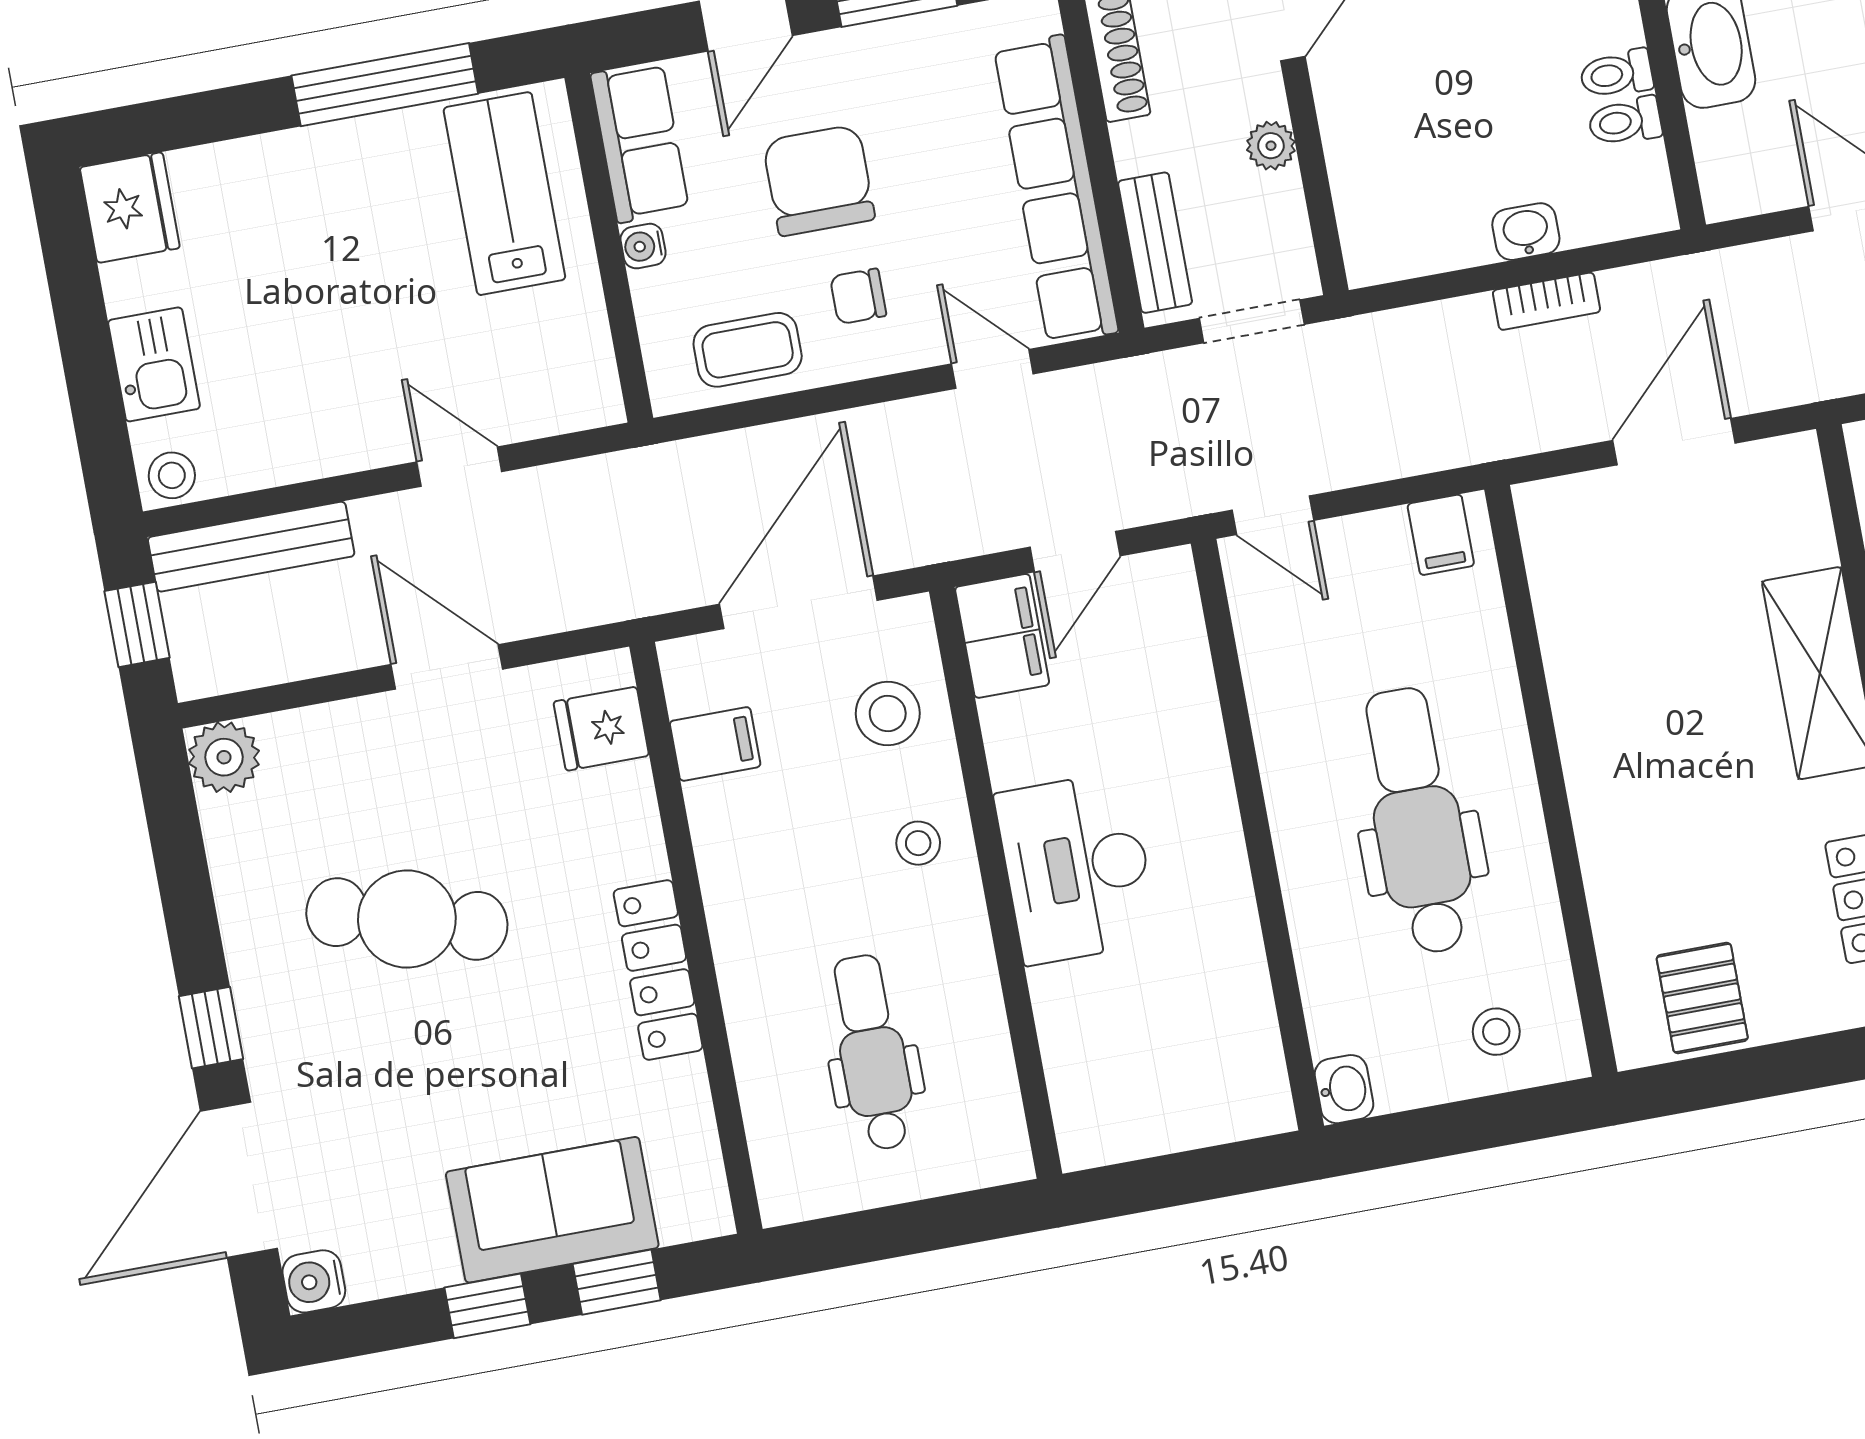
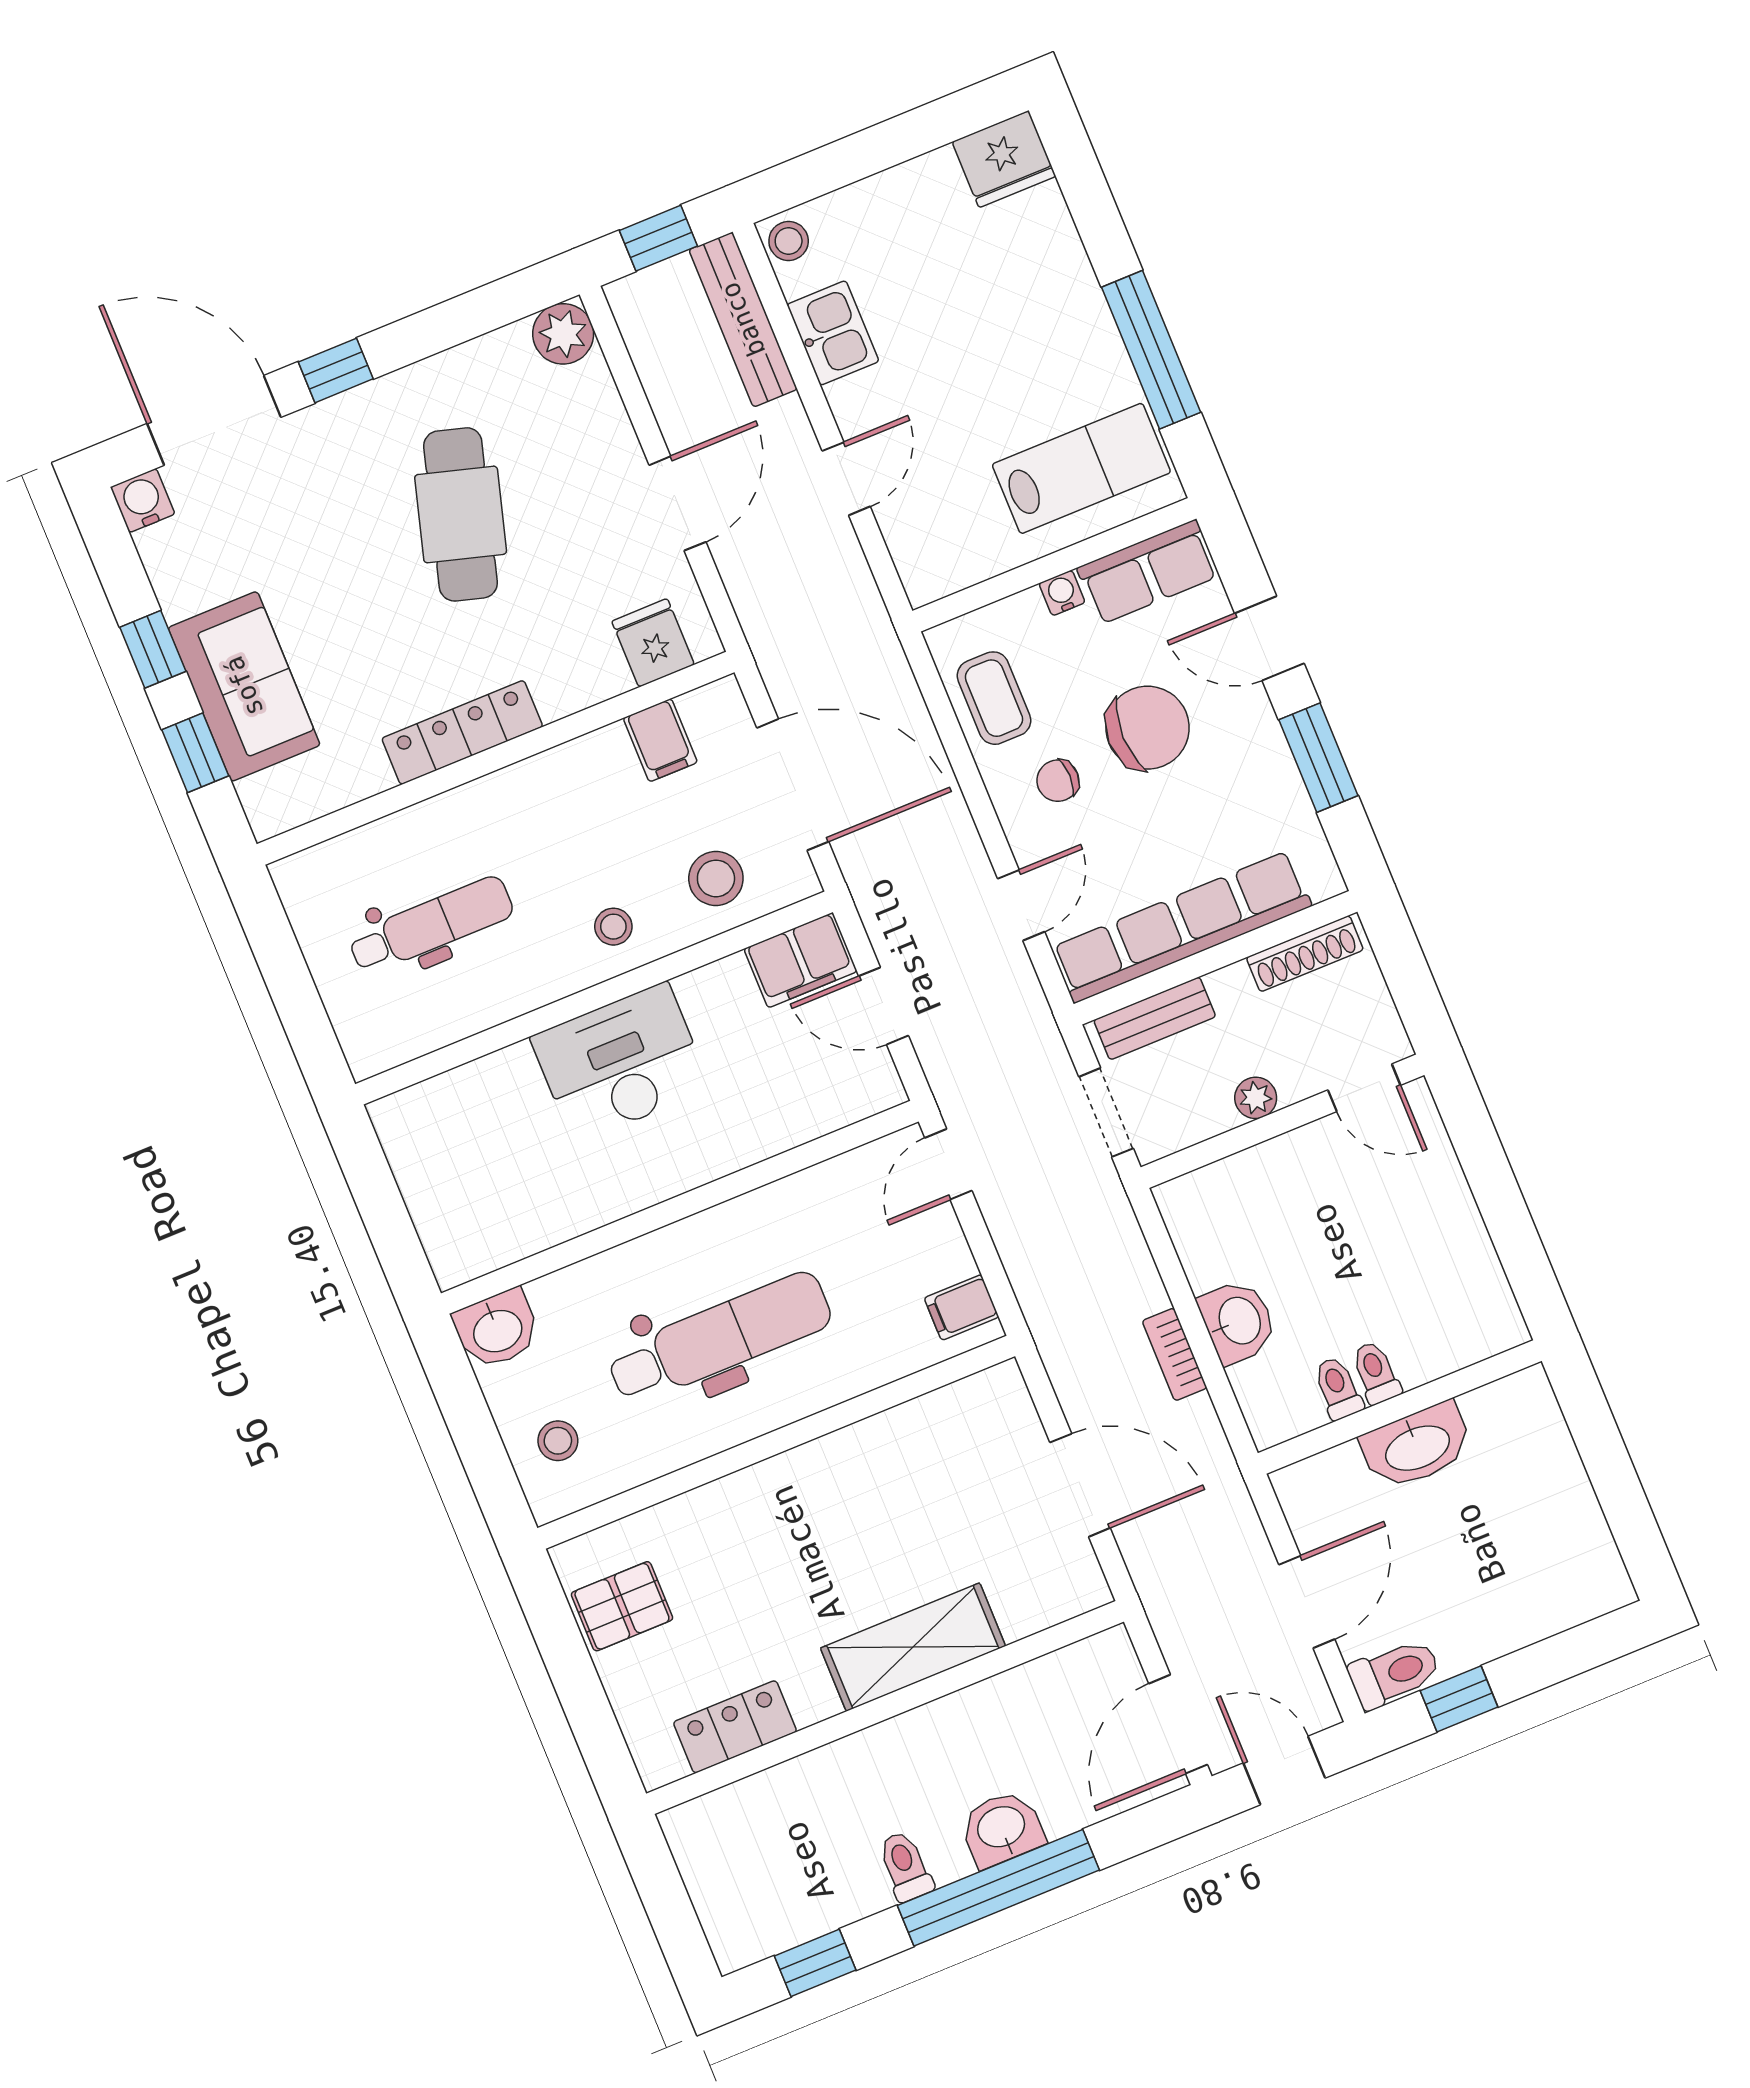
washbasin: (1526, 232) -> (1238, 1321), width x1.38, depth x1.45
chair: (858, 296) -> (1058, 781), turned -90
kitchen sink: (154, 364) -> (833, 333), moved, turned -90
washbasin: (1344, 1089) -> (497, 1329), width x1.38, depth x1.45

